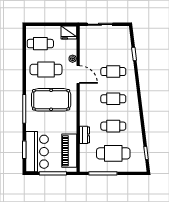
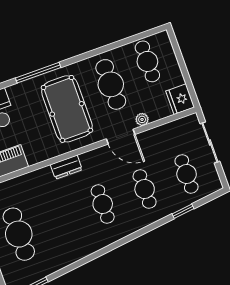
door: (78, 75) -> (121, 137), hinge flipped
cafe table: (113, 126) -> (187, 174), moved
dresser: (85, 135) -> (66, 167), moved

